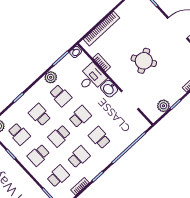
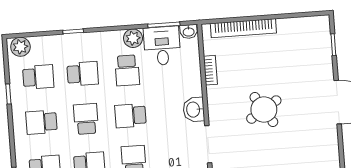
desk: (91, 78) -> (162, 46), moved, turned -90
school desk: (40, 115) -> (83, 74), turned 90
school desk: (80, 117) -> (130, 116), turned 180
school desk: (19, 134) -> (38, 77), turned -90
school desk: (59, 136) -> (86, 119), turned 90

